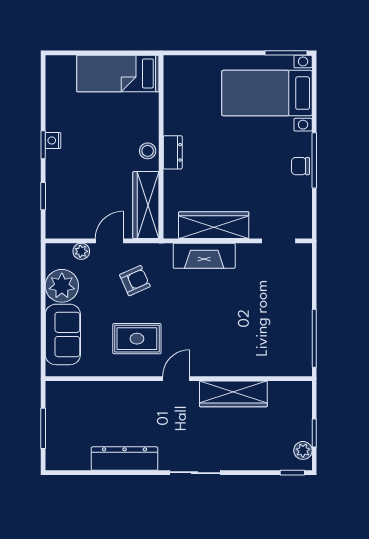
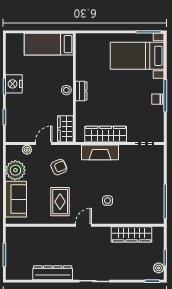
nightstand: (53, 140) -> (14, 84), width x1.89, depth x1.79
wardrobe: (146, 205) -> (65, 129), width x0.67
side table: (217, 337) -> (108, 201), added
rug: (137, 339) -> (60, 202), turned 90
wardrobe: (233, 394) -> (132, 234), moved

